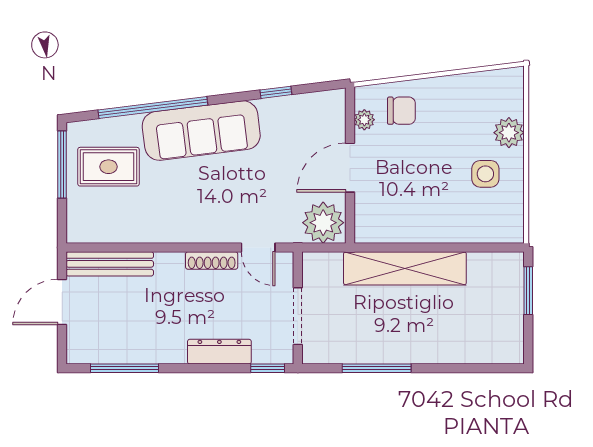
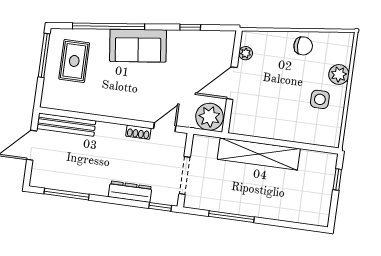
chair: (401, 111) -> (303, 46), moved
sofa: (201, 131) -> (138, 46), width x0.73
rug: (108, 167) -> (74, 61), turned 90
door: (258, 248) -> (165, 127), swing flipped
shoe rack: (212, 260) -> (138, 132), width x0.70
window: (528, 291) -> (337, 179), width x0.67

